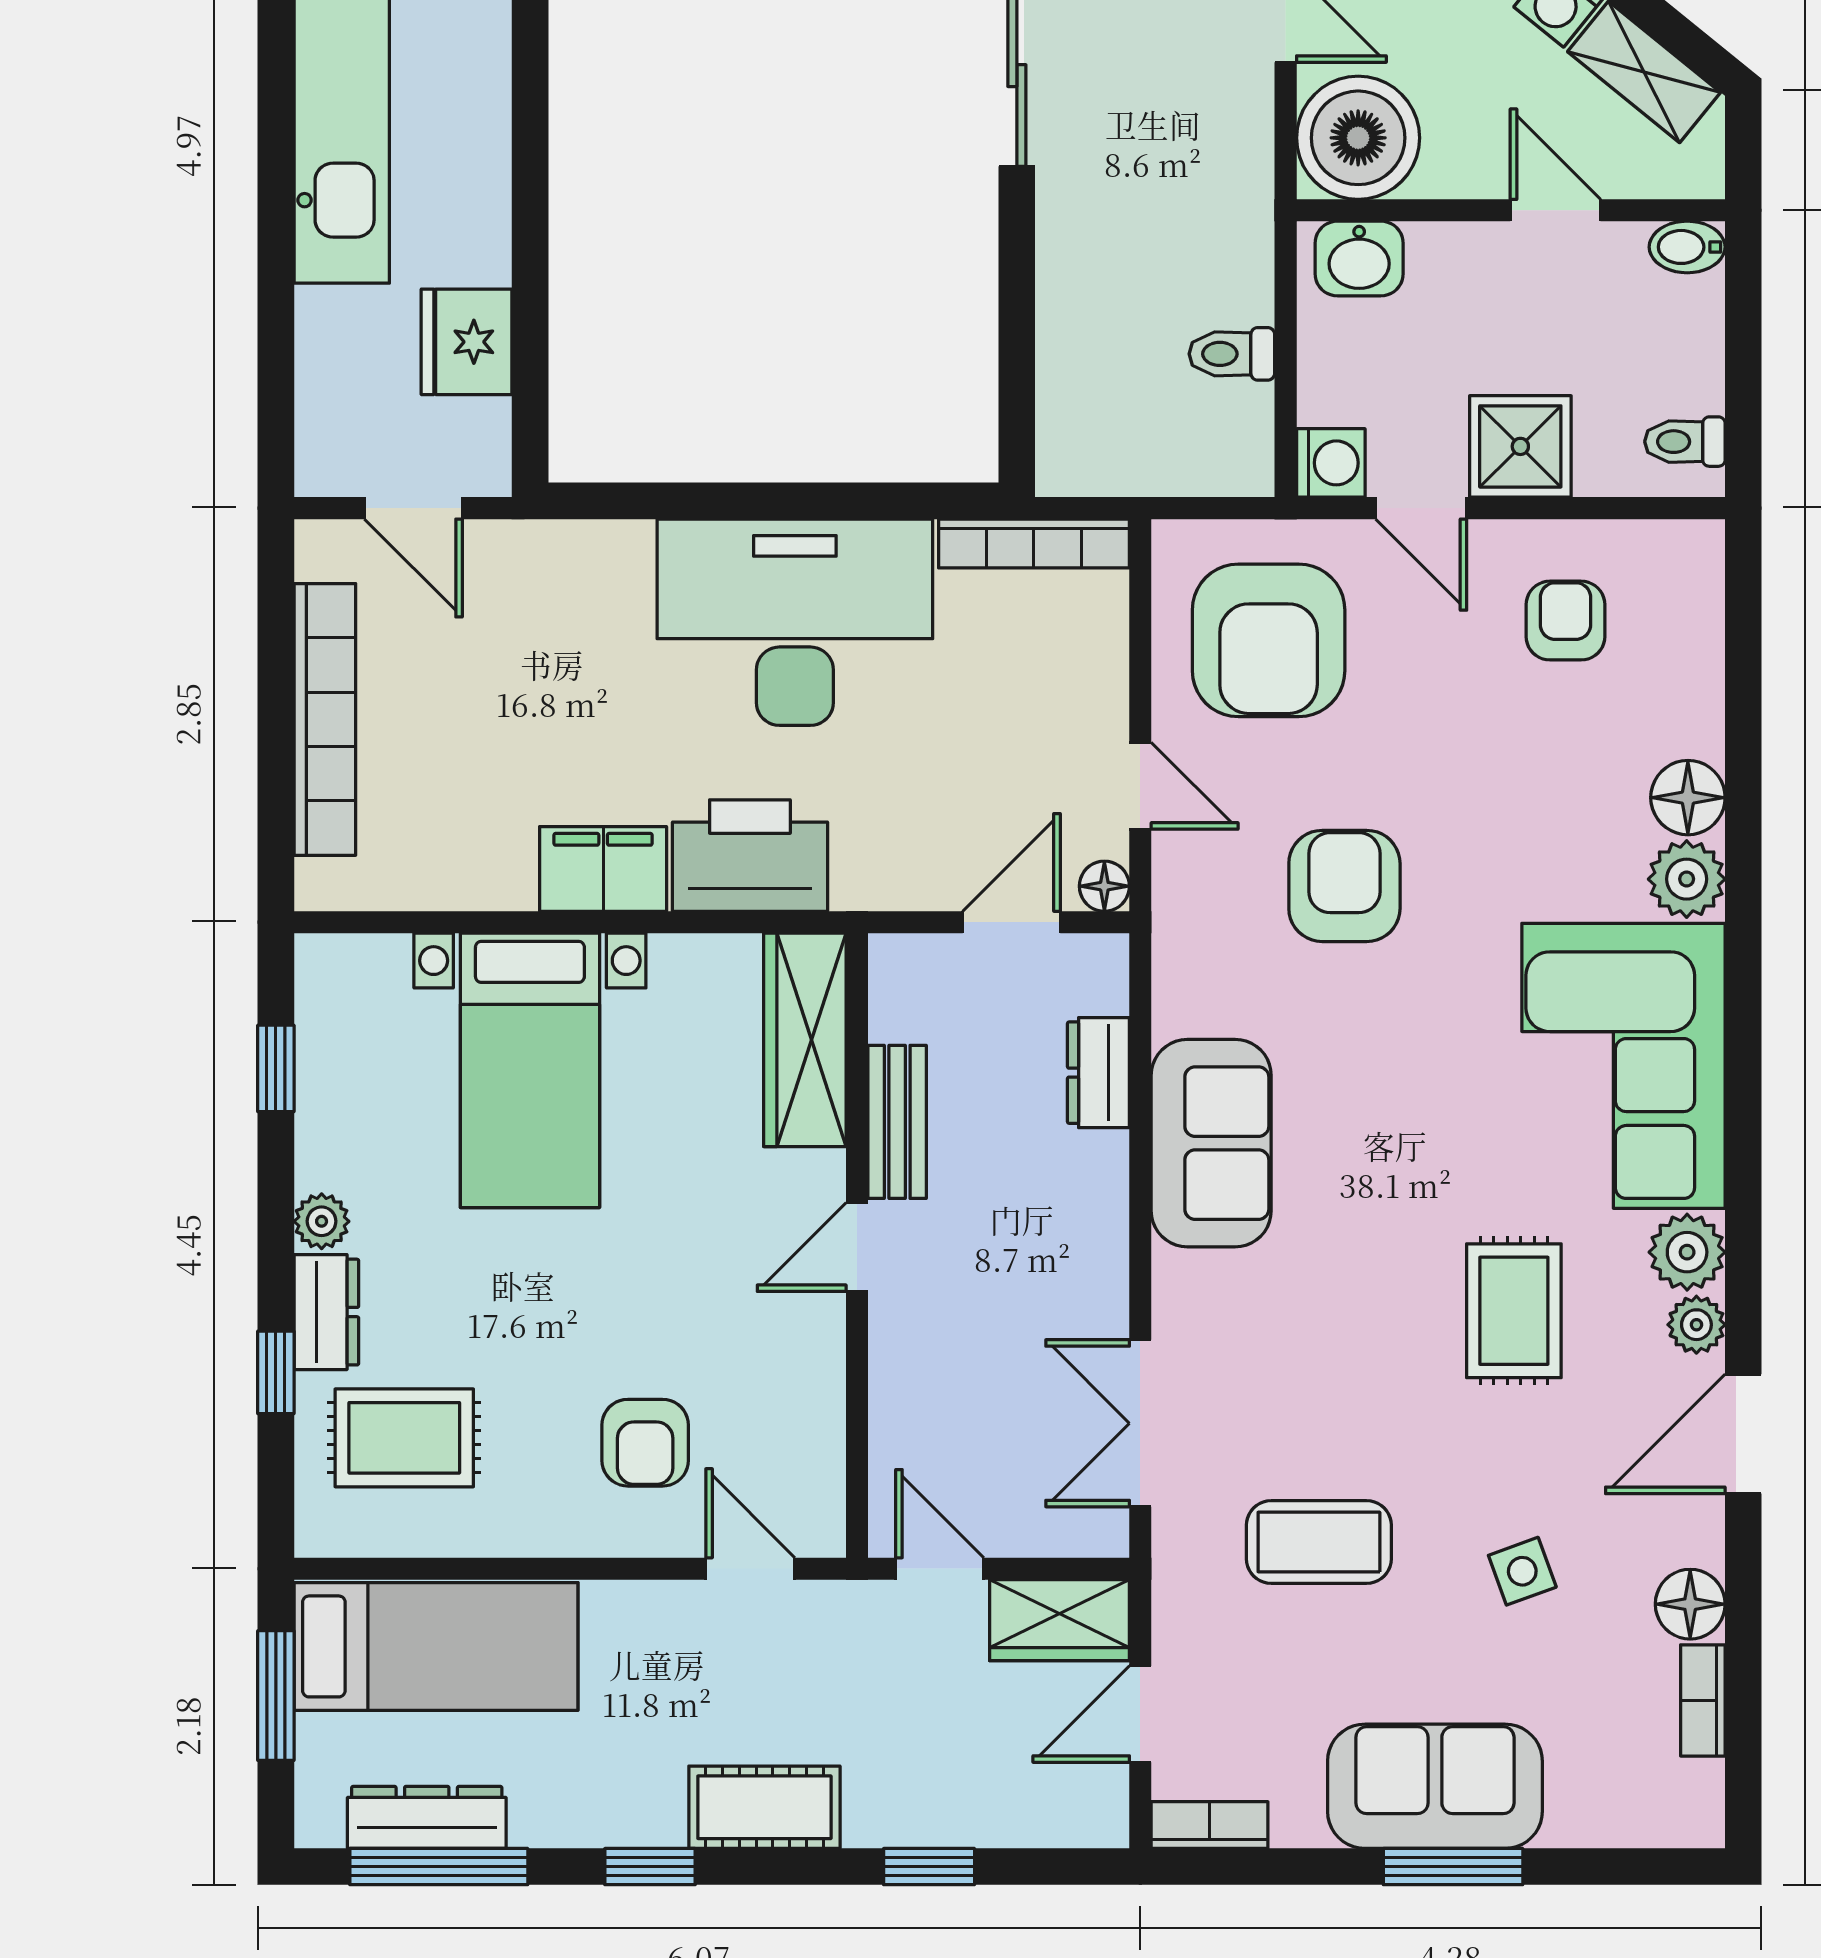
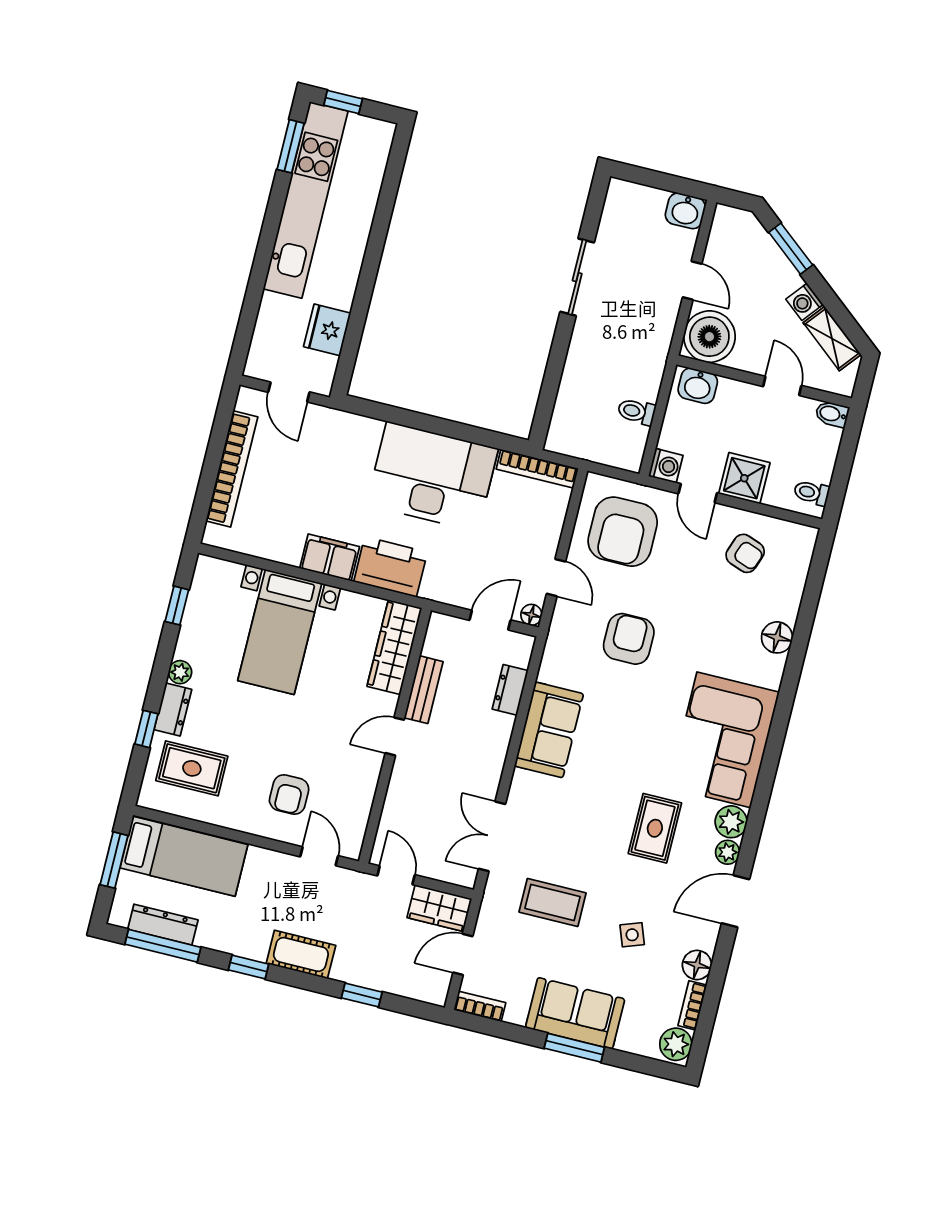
armchair: (1565, 621) -> (745, 553), turned 110
plant: (1687, 879) -> (676, 1044), moved

